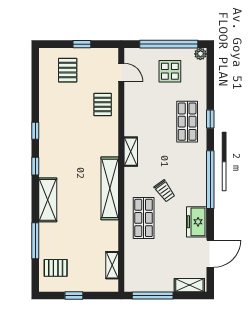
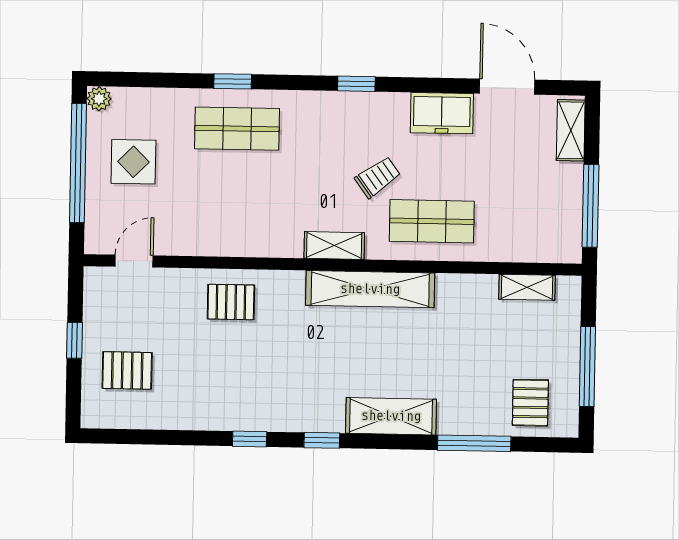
pallet: (103, 104) -> (231, 302), moved
shelving: (131, 152) -> (334, 245), moved
window: (210, 180) -> (356, 84), width x0.32
window: (74, 296) -> (587, 367), width x2.17

